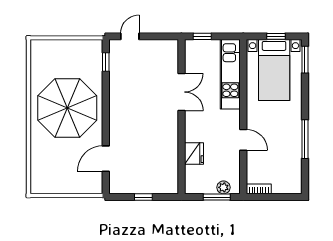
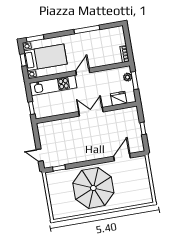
double door: (181, 92) -> (91, 112), moved
door: (243, 140) -> (83, 72), moved
fridge: (194, 153) -> (119, 99), moved
door: (106, 159) -> (122, 157), swing flipped

